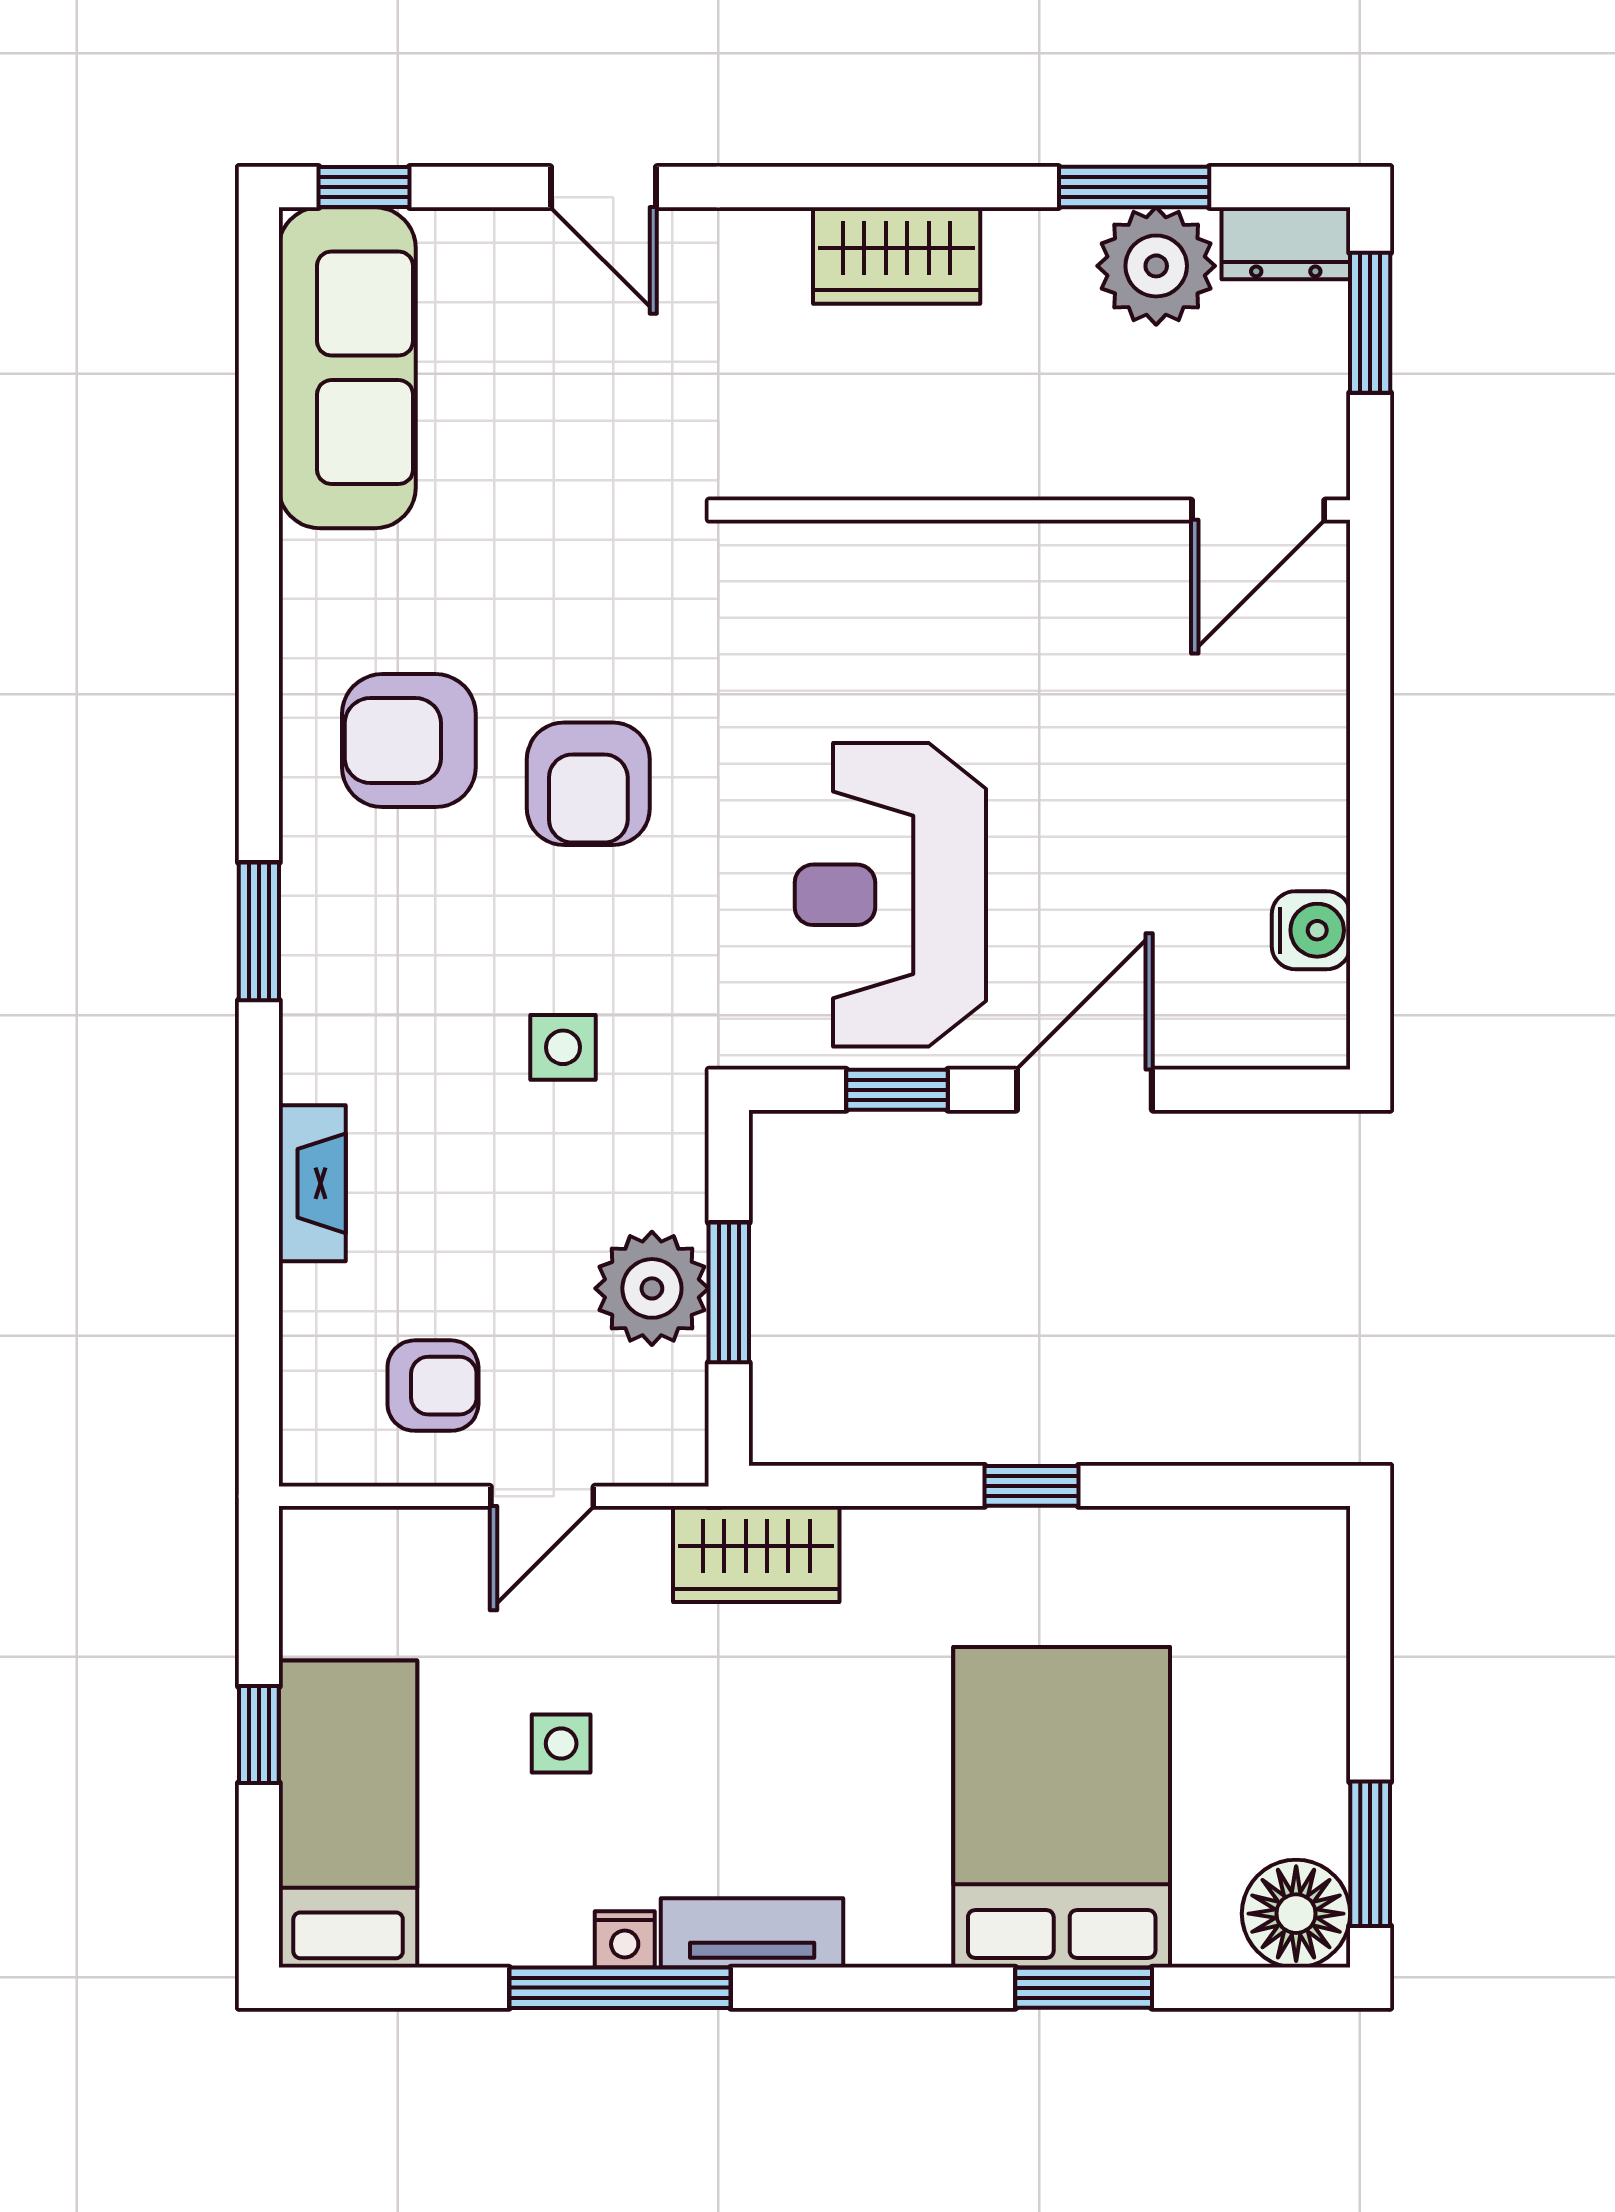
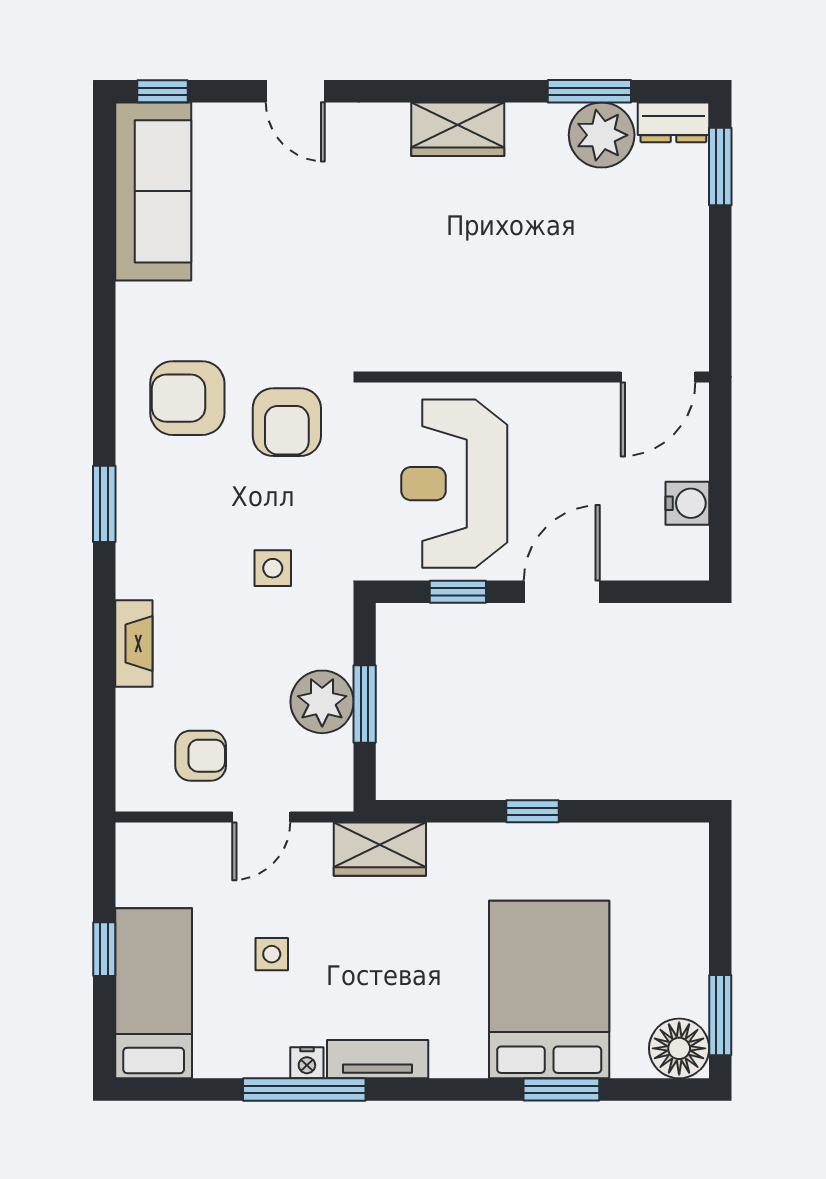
wall: (1039, 510) -> (537, 377), moved
door: (1258, 510) -> (658, 377), moved

